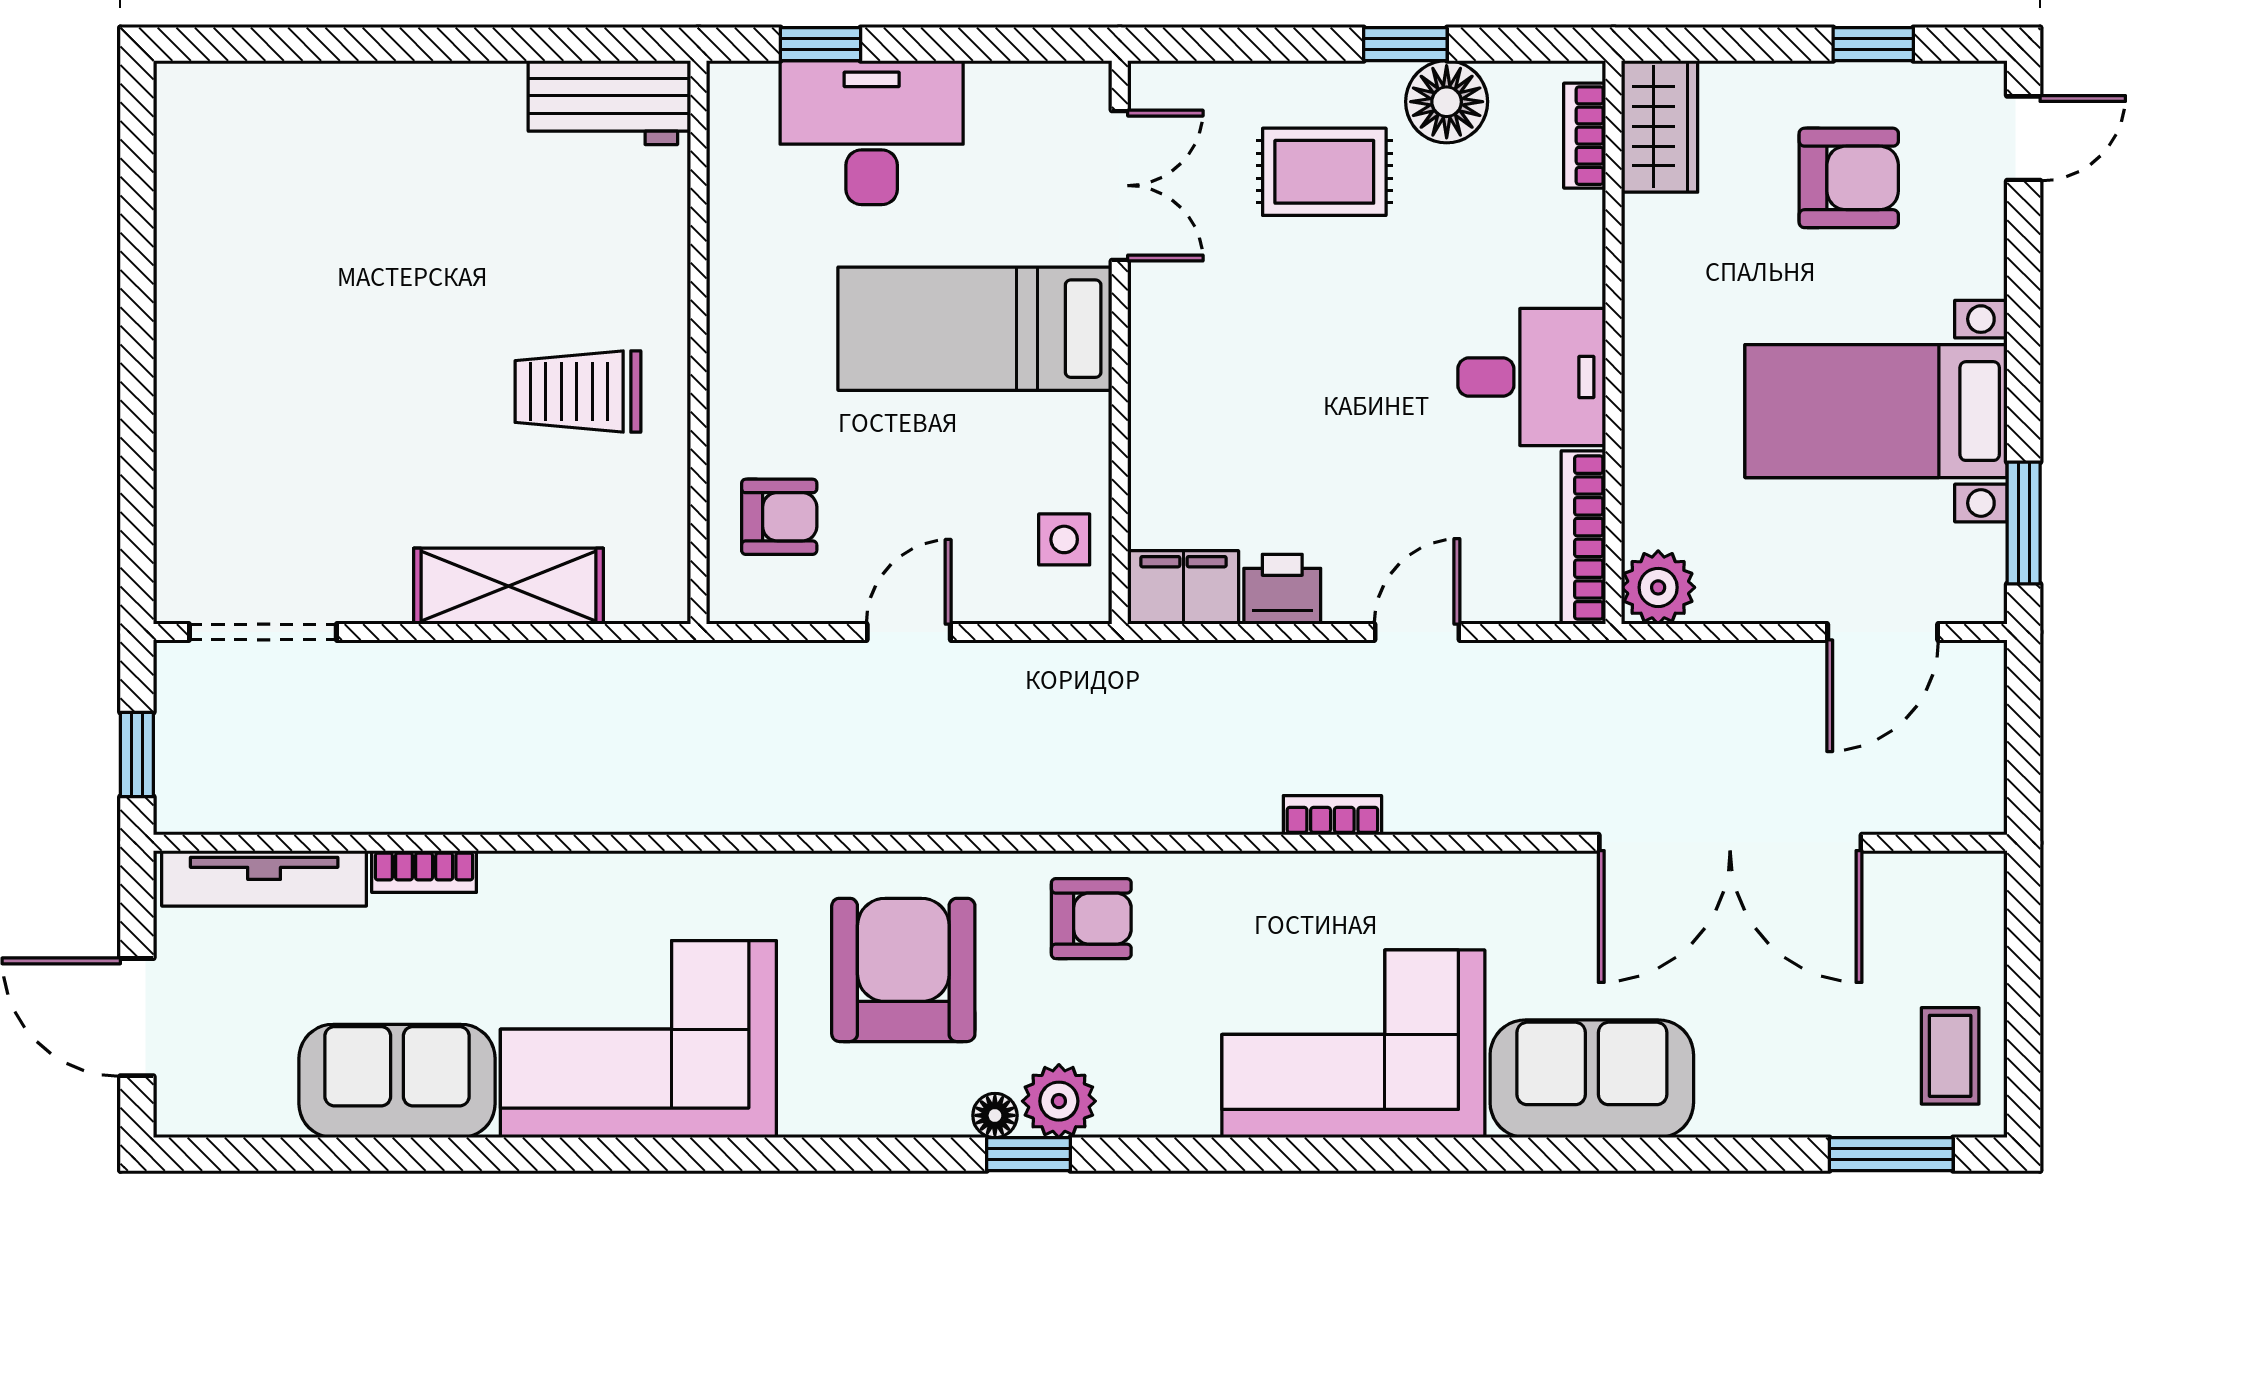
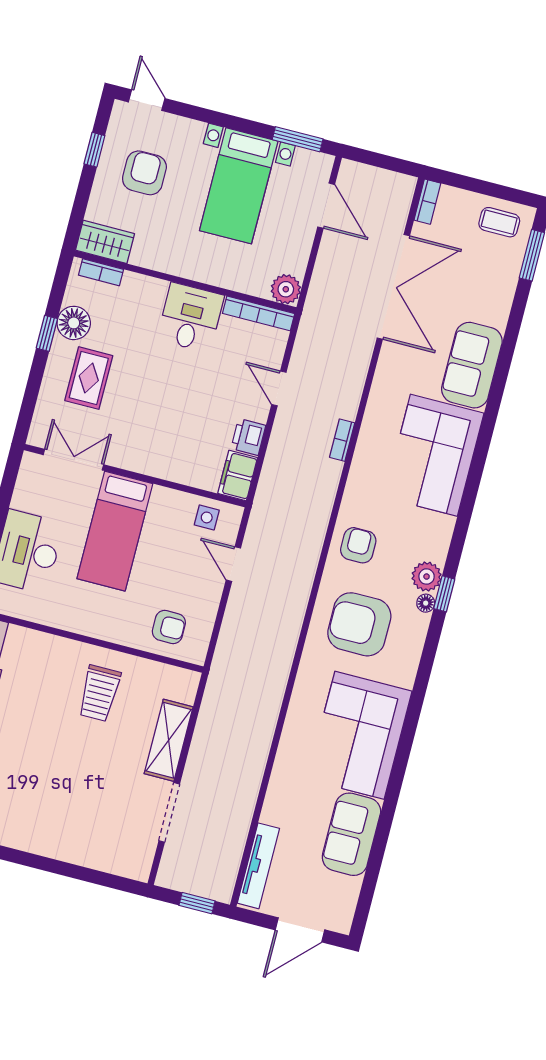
armchair: (779, 517) -> (169, 627), turned 90
doorway: (263, 632) -> (169, 812), moved
door: (909, 632) -> (233, 564), moved
bookcase: (424, 872) -> (427, 202), moved

